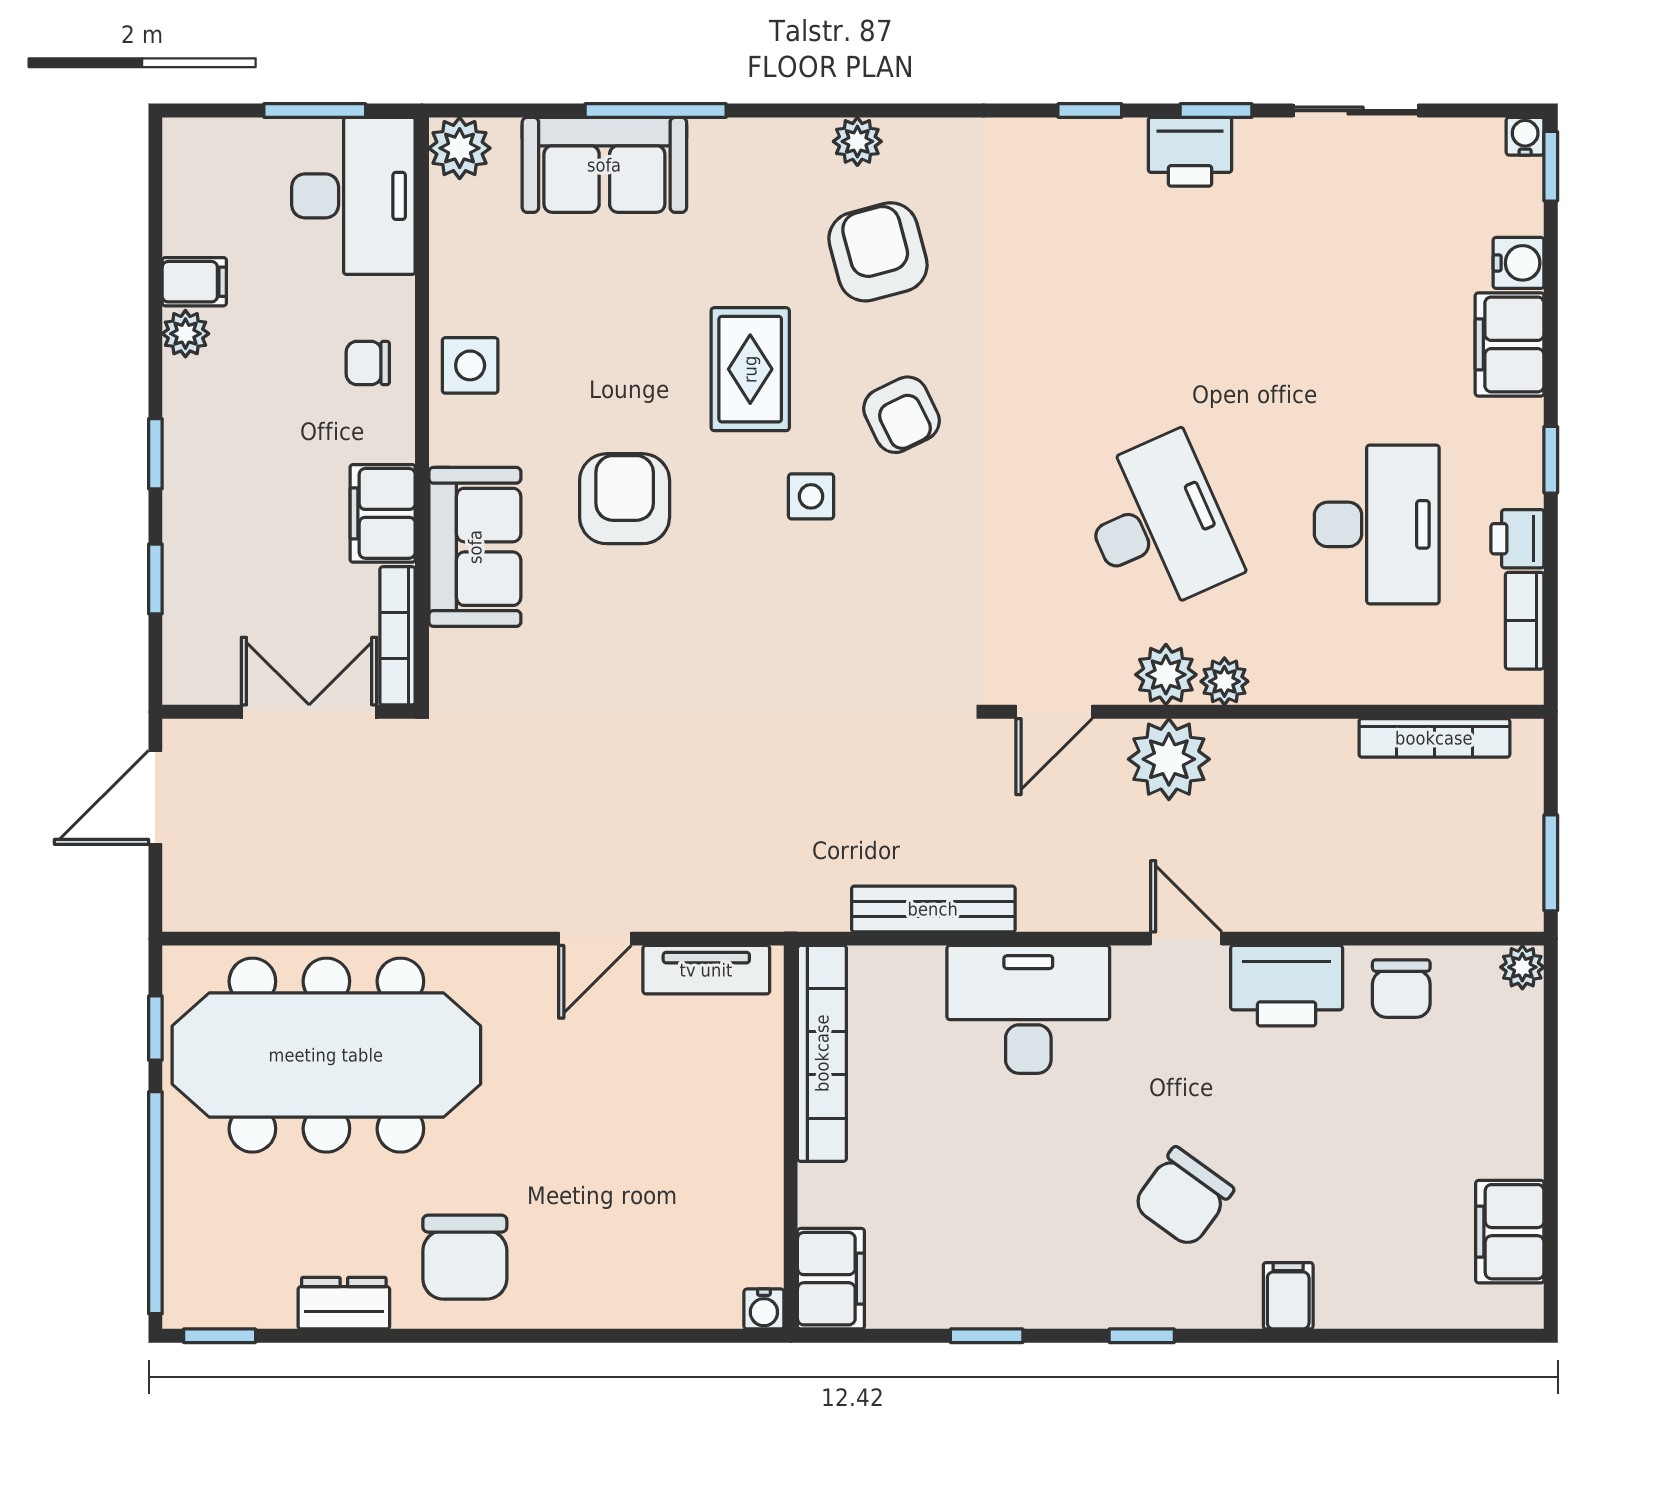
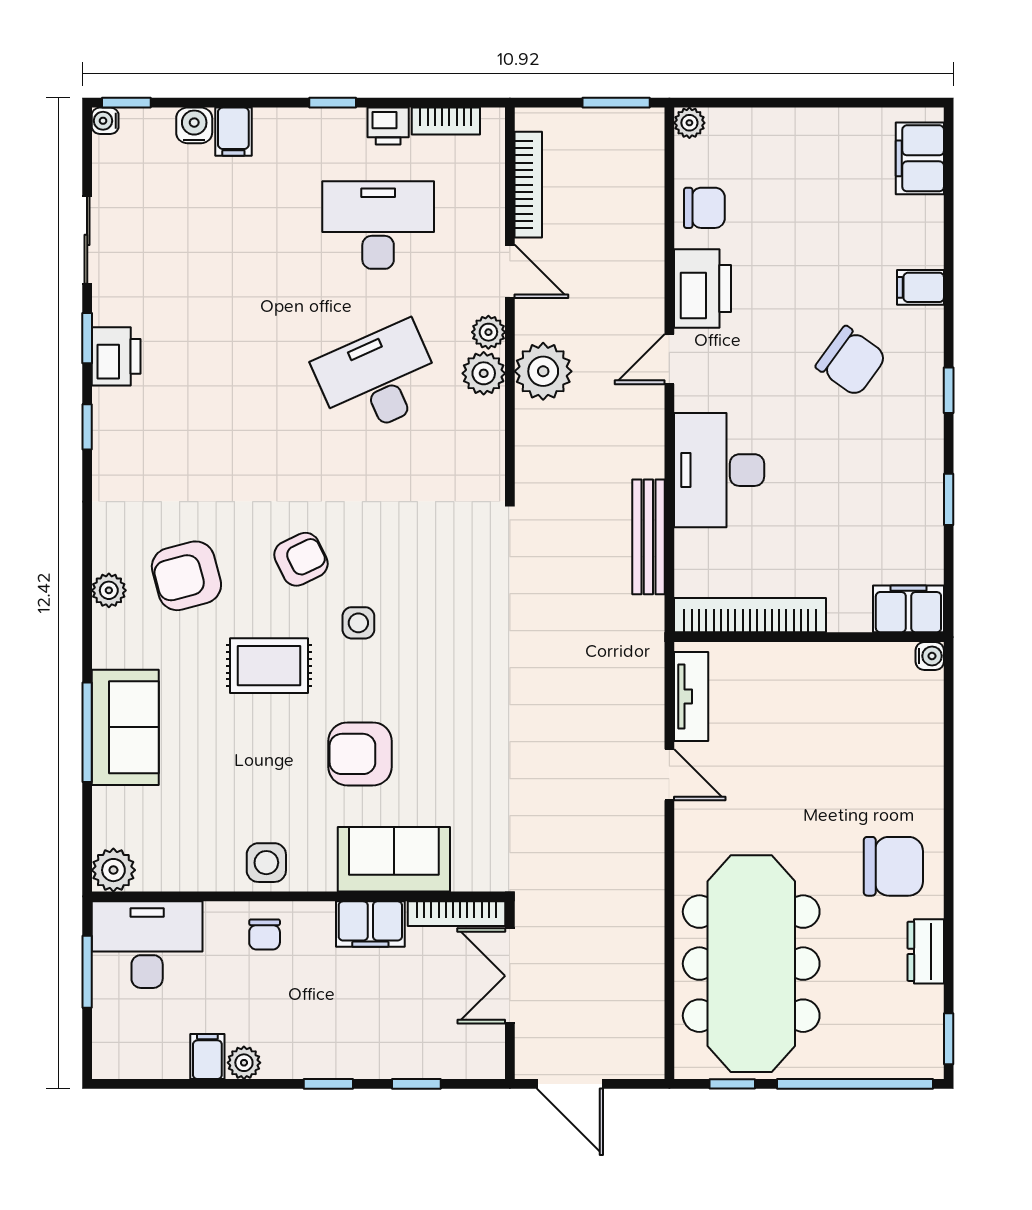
sofa: (604, 165) -> (125, 727), moved
filing cabinet: (1510, 344) -> (233, 132), width x0.50
door: (1054, 712) -> (510, 271), moved
filing cabinet: (1510, 1232) -> (920, 158), moved, turned 90

